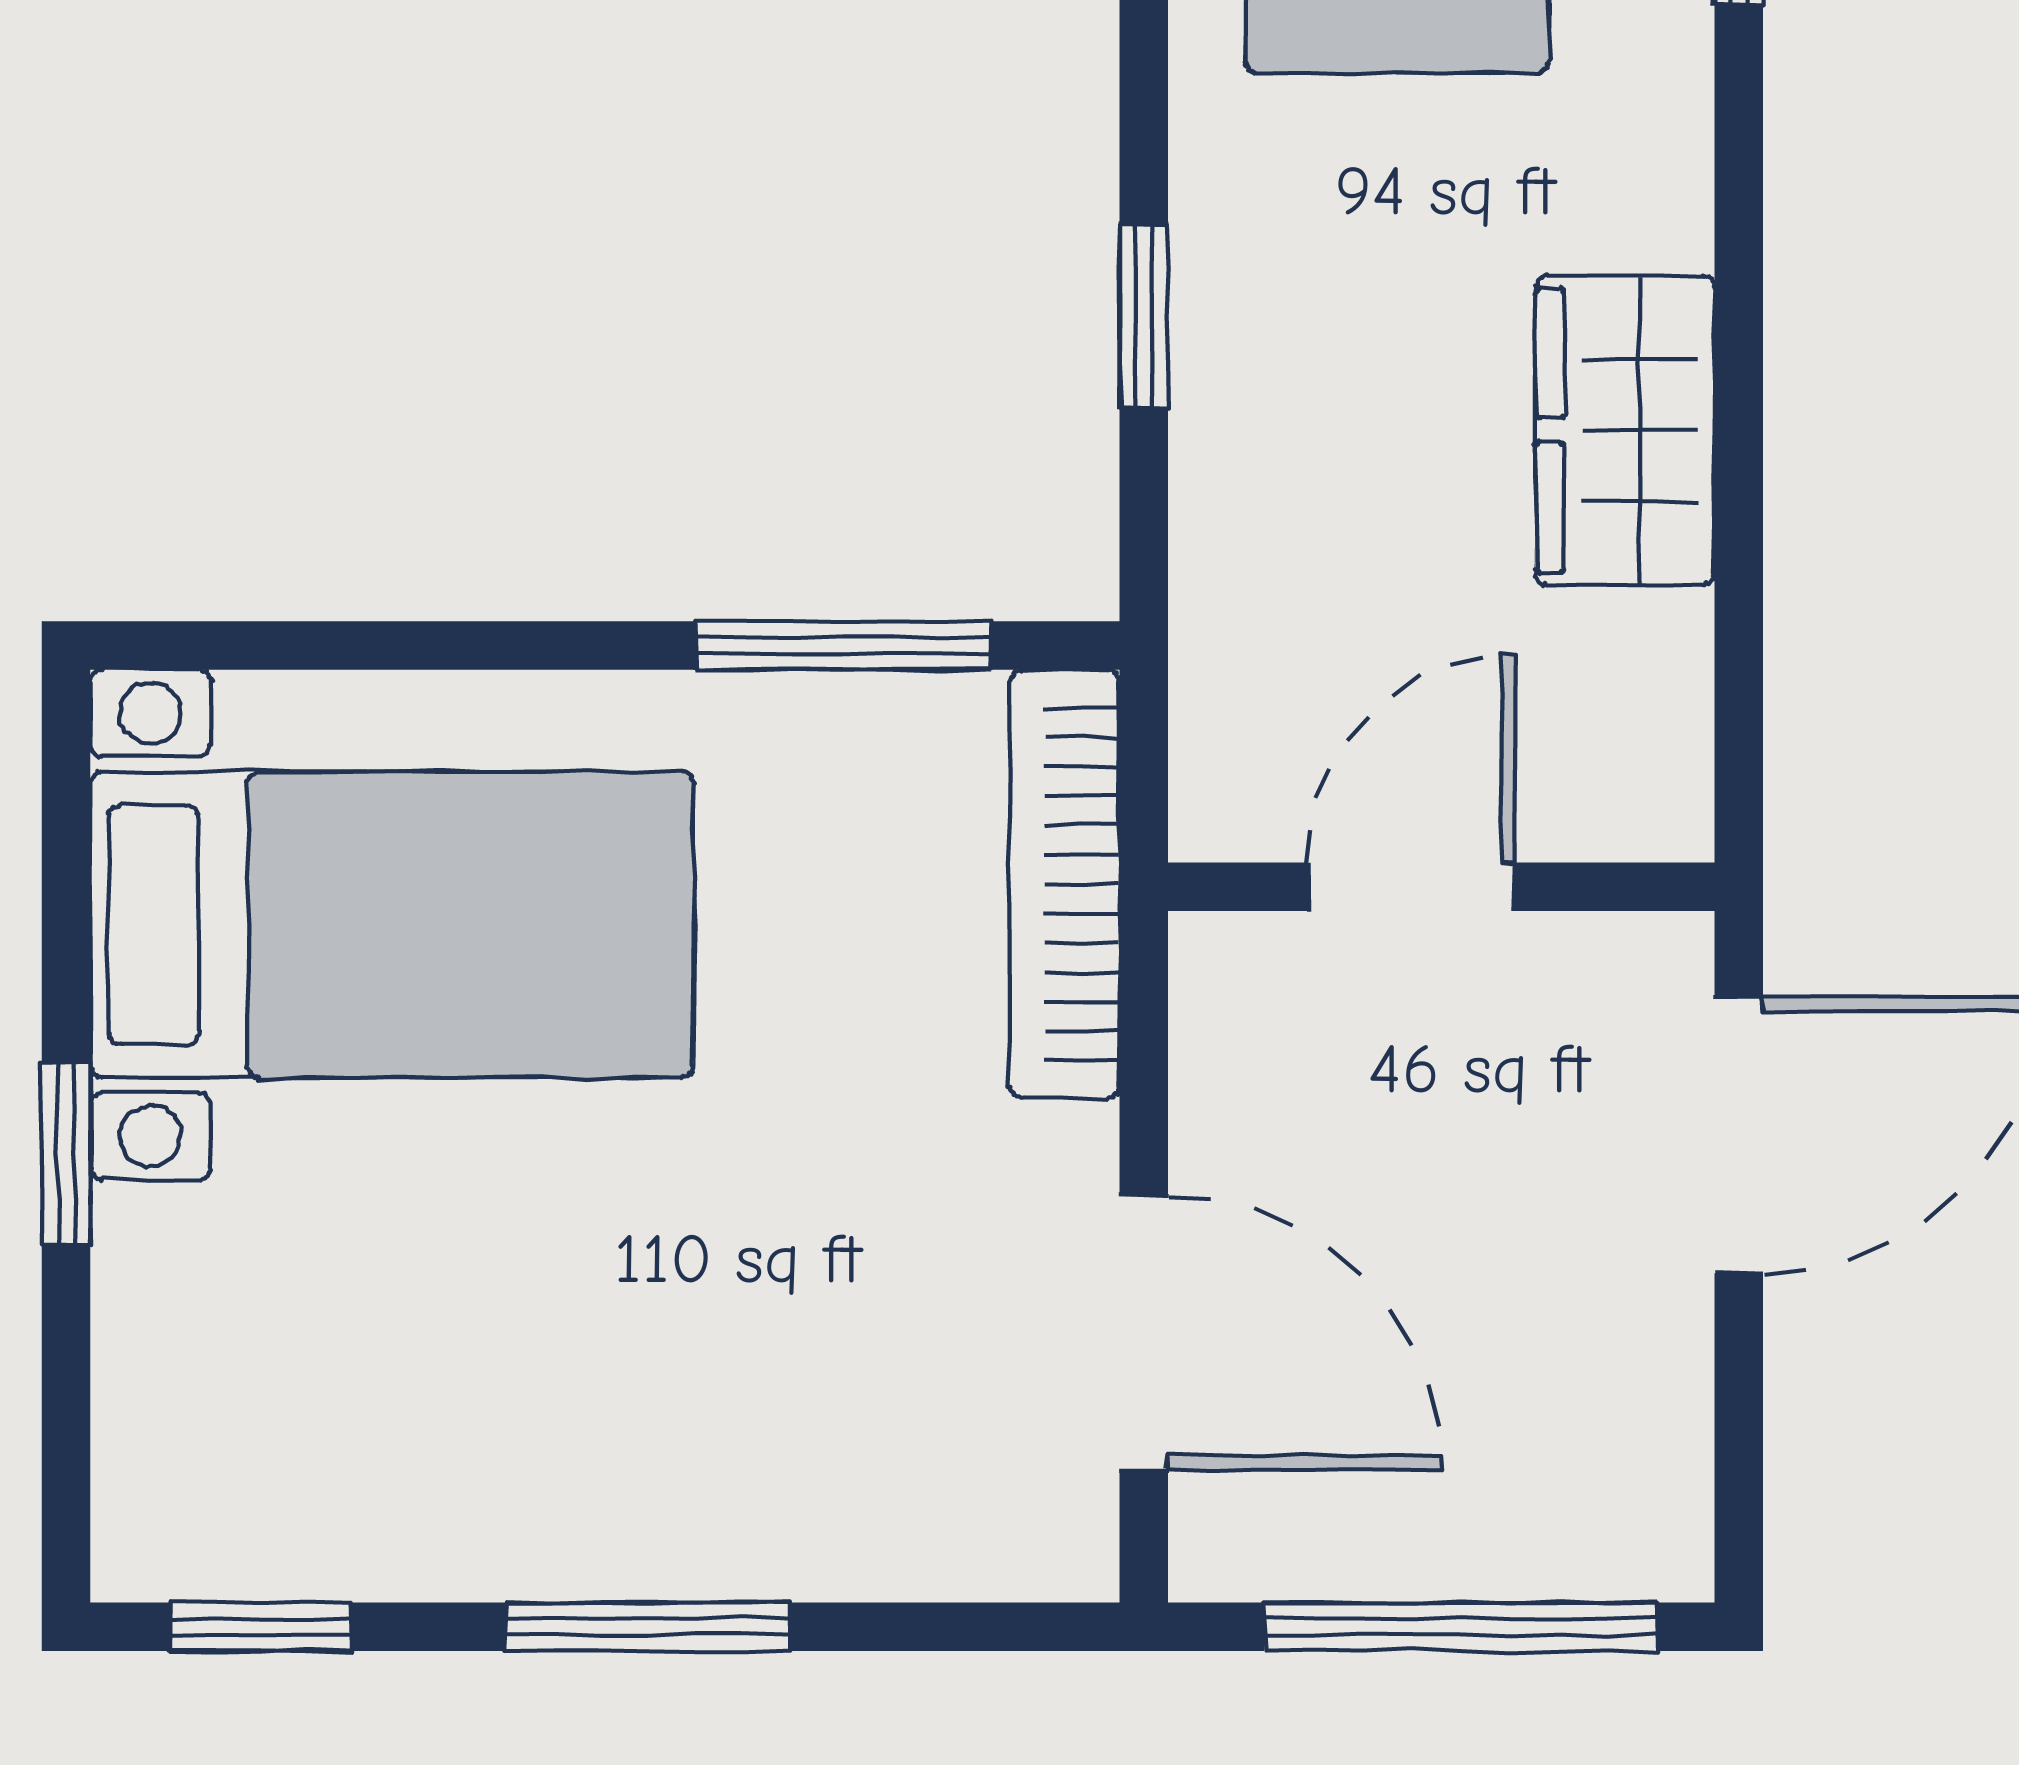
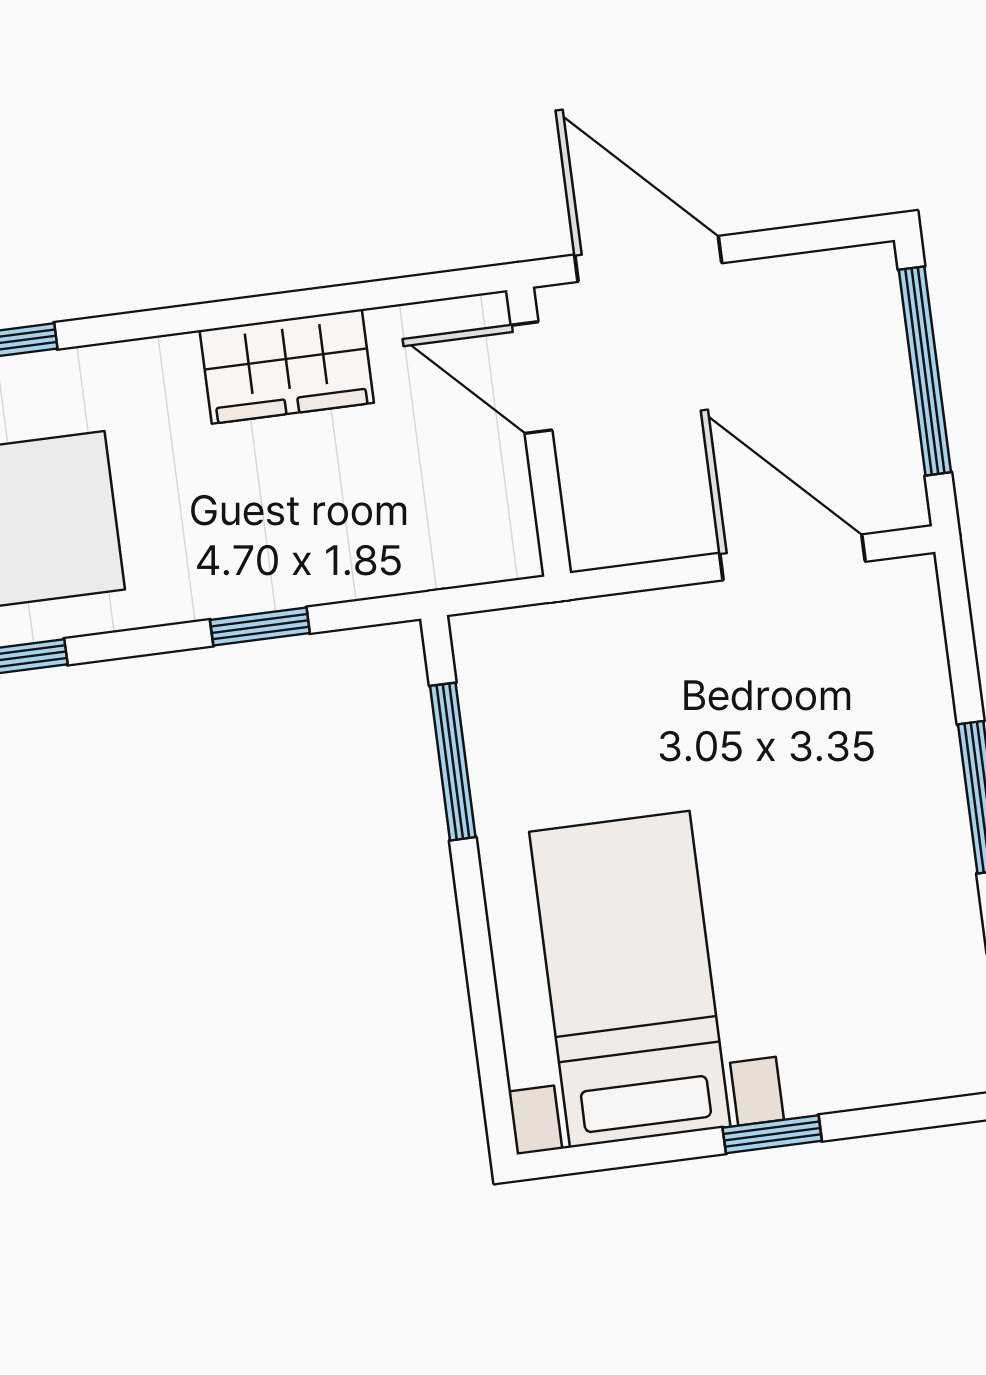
bookcase: (1065, 884) -> (563, 629), removed
door: (1411, 887) -> (531, 378), moved
door: (1144, 1333) -> (792, 557), hinge flipped

